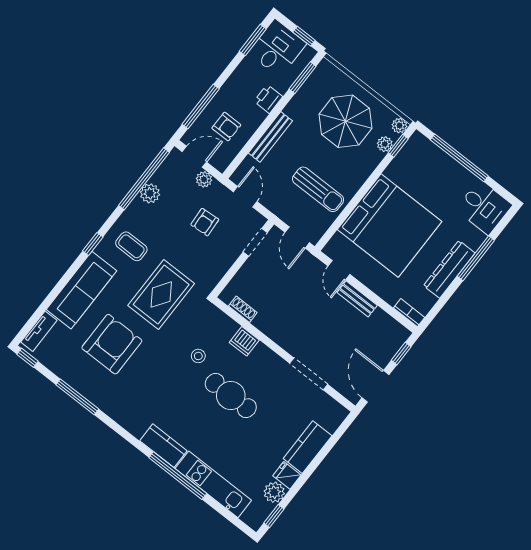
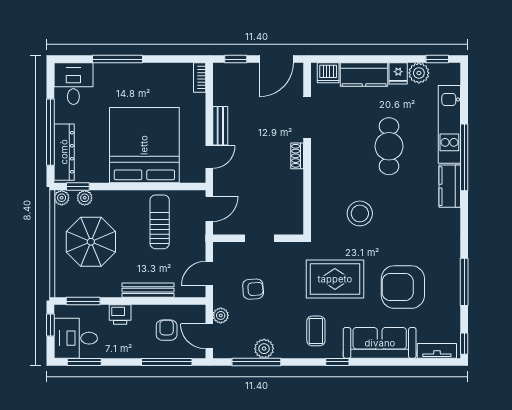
window: (144, 179) -> (256, 362), width x0.68
doorway: (255, 242) -> (259, 238), moved
dresser: (449, 269) -> (64, 152), moved, turned -90
shoe rack: (243, 309) -> (297, 156), moved
dishwasher: (244, 341) -> (328, 73), moved, turned 90
stool: (198, 356) -> (360, 213), width x1.89, depth x1.89
cafe table: (231, 396) -> (389, 146), moved

